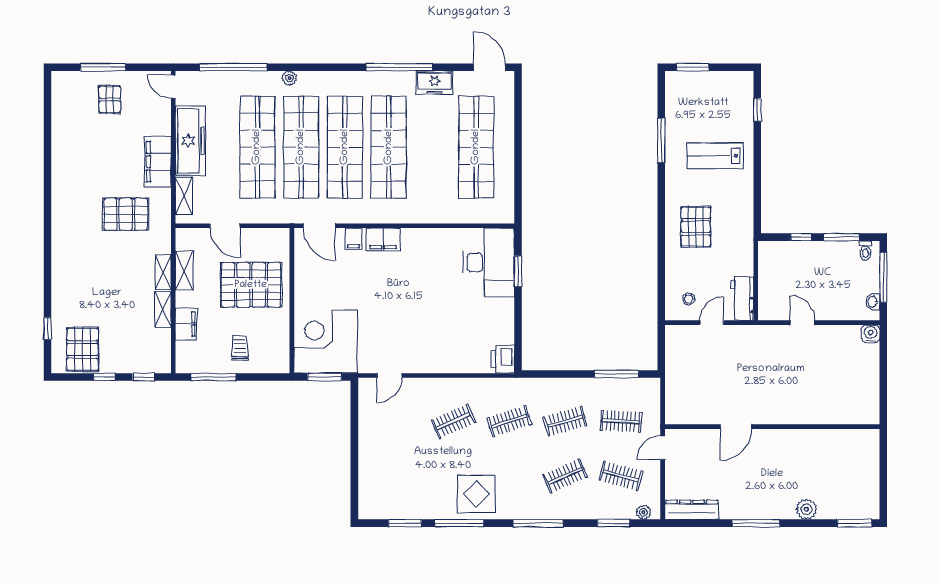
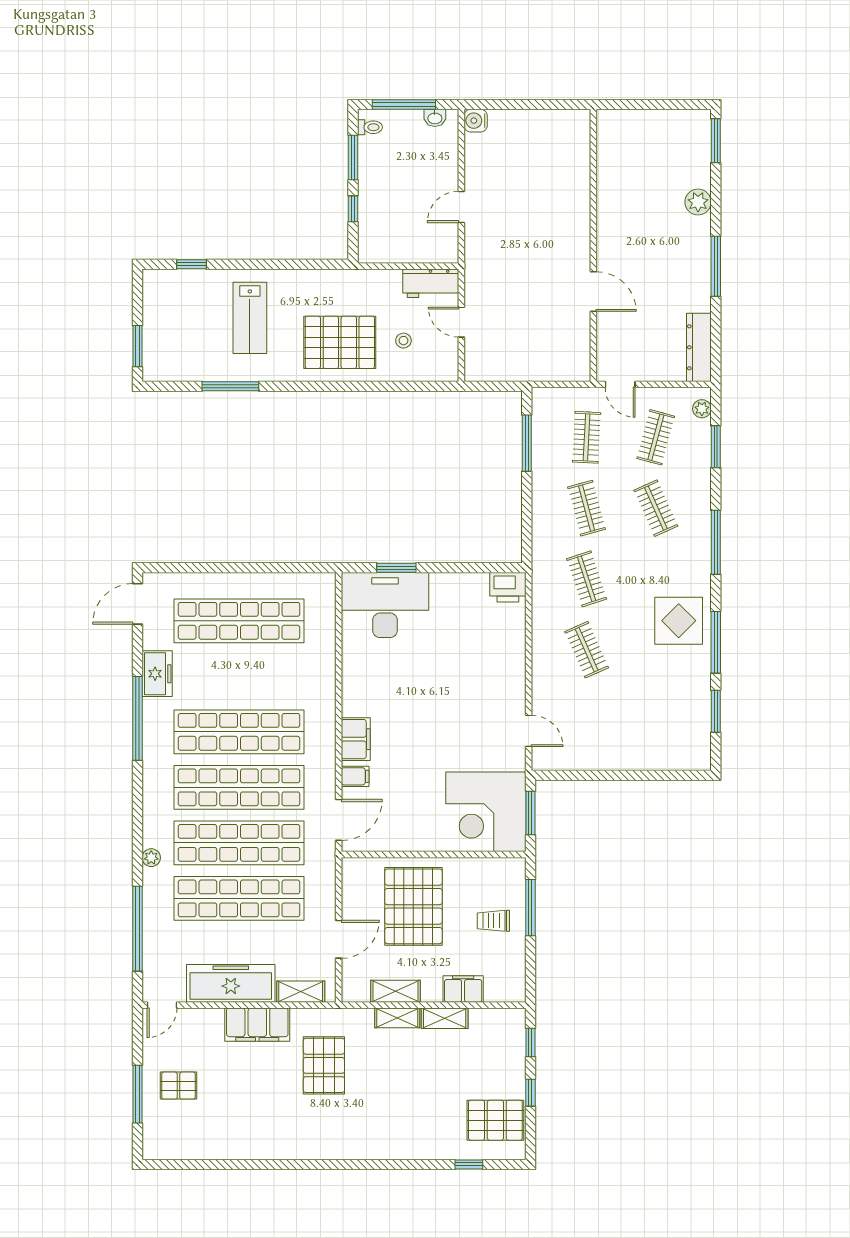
pallet: (696, 227) -> (340, 342), width x1.37, depth x1.41
stool: (689, 299) -> (403, 341), moved
window: (214, 377) -> (530, 908), moved

